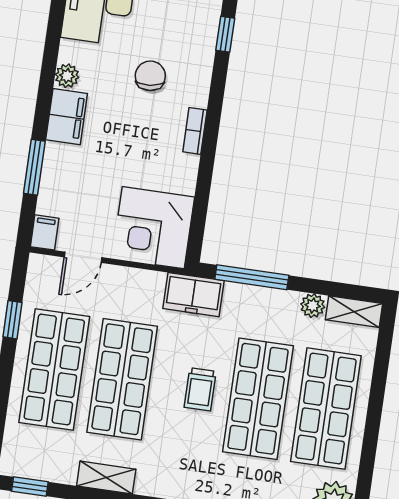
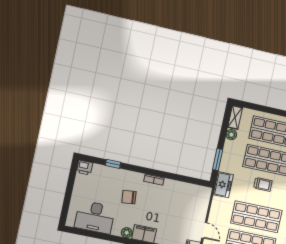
corner desk: (153, 228) -> (194, 200), removed
window: (252, 277) -> (218, 160), width x0.69

